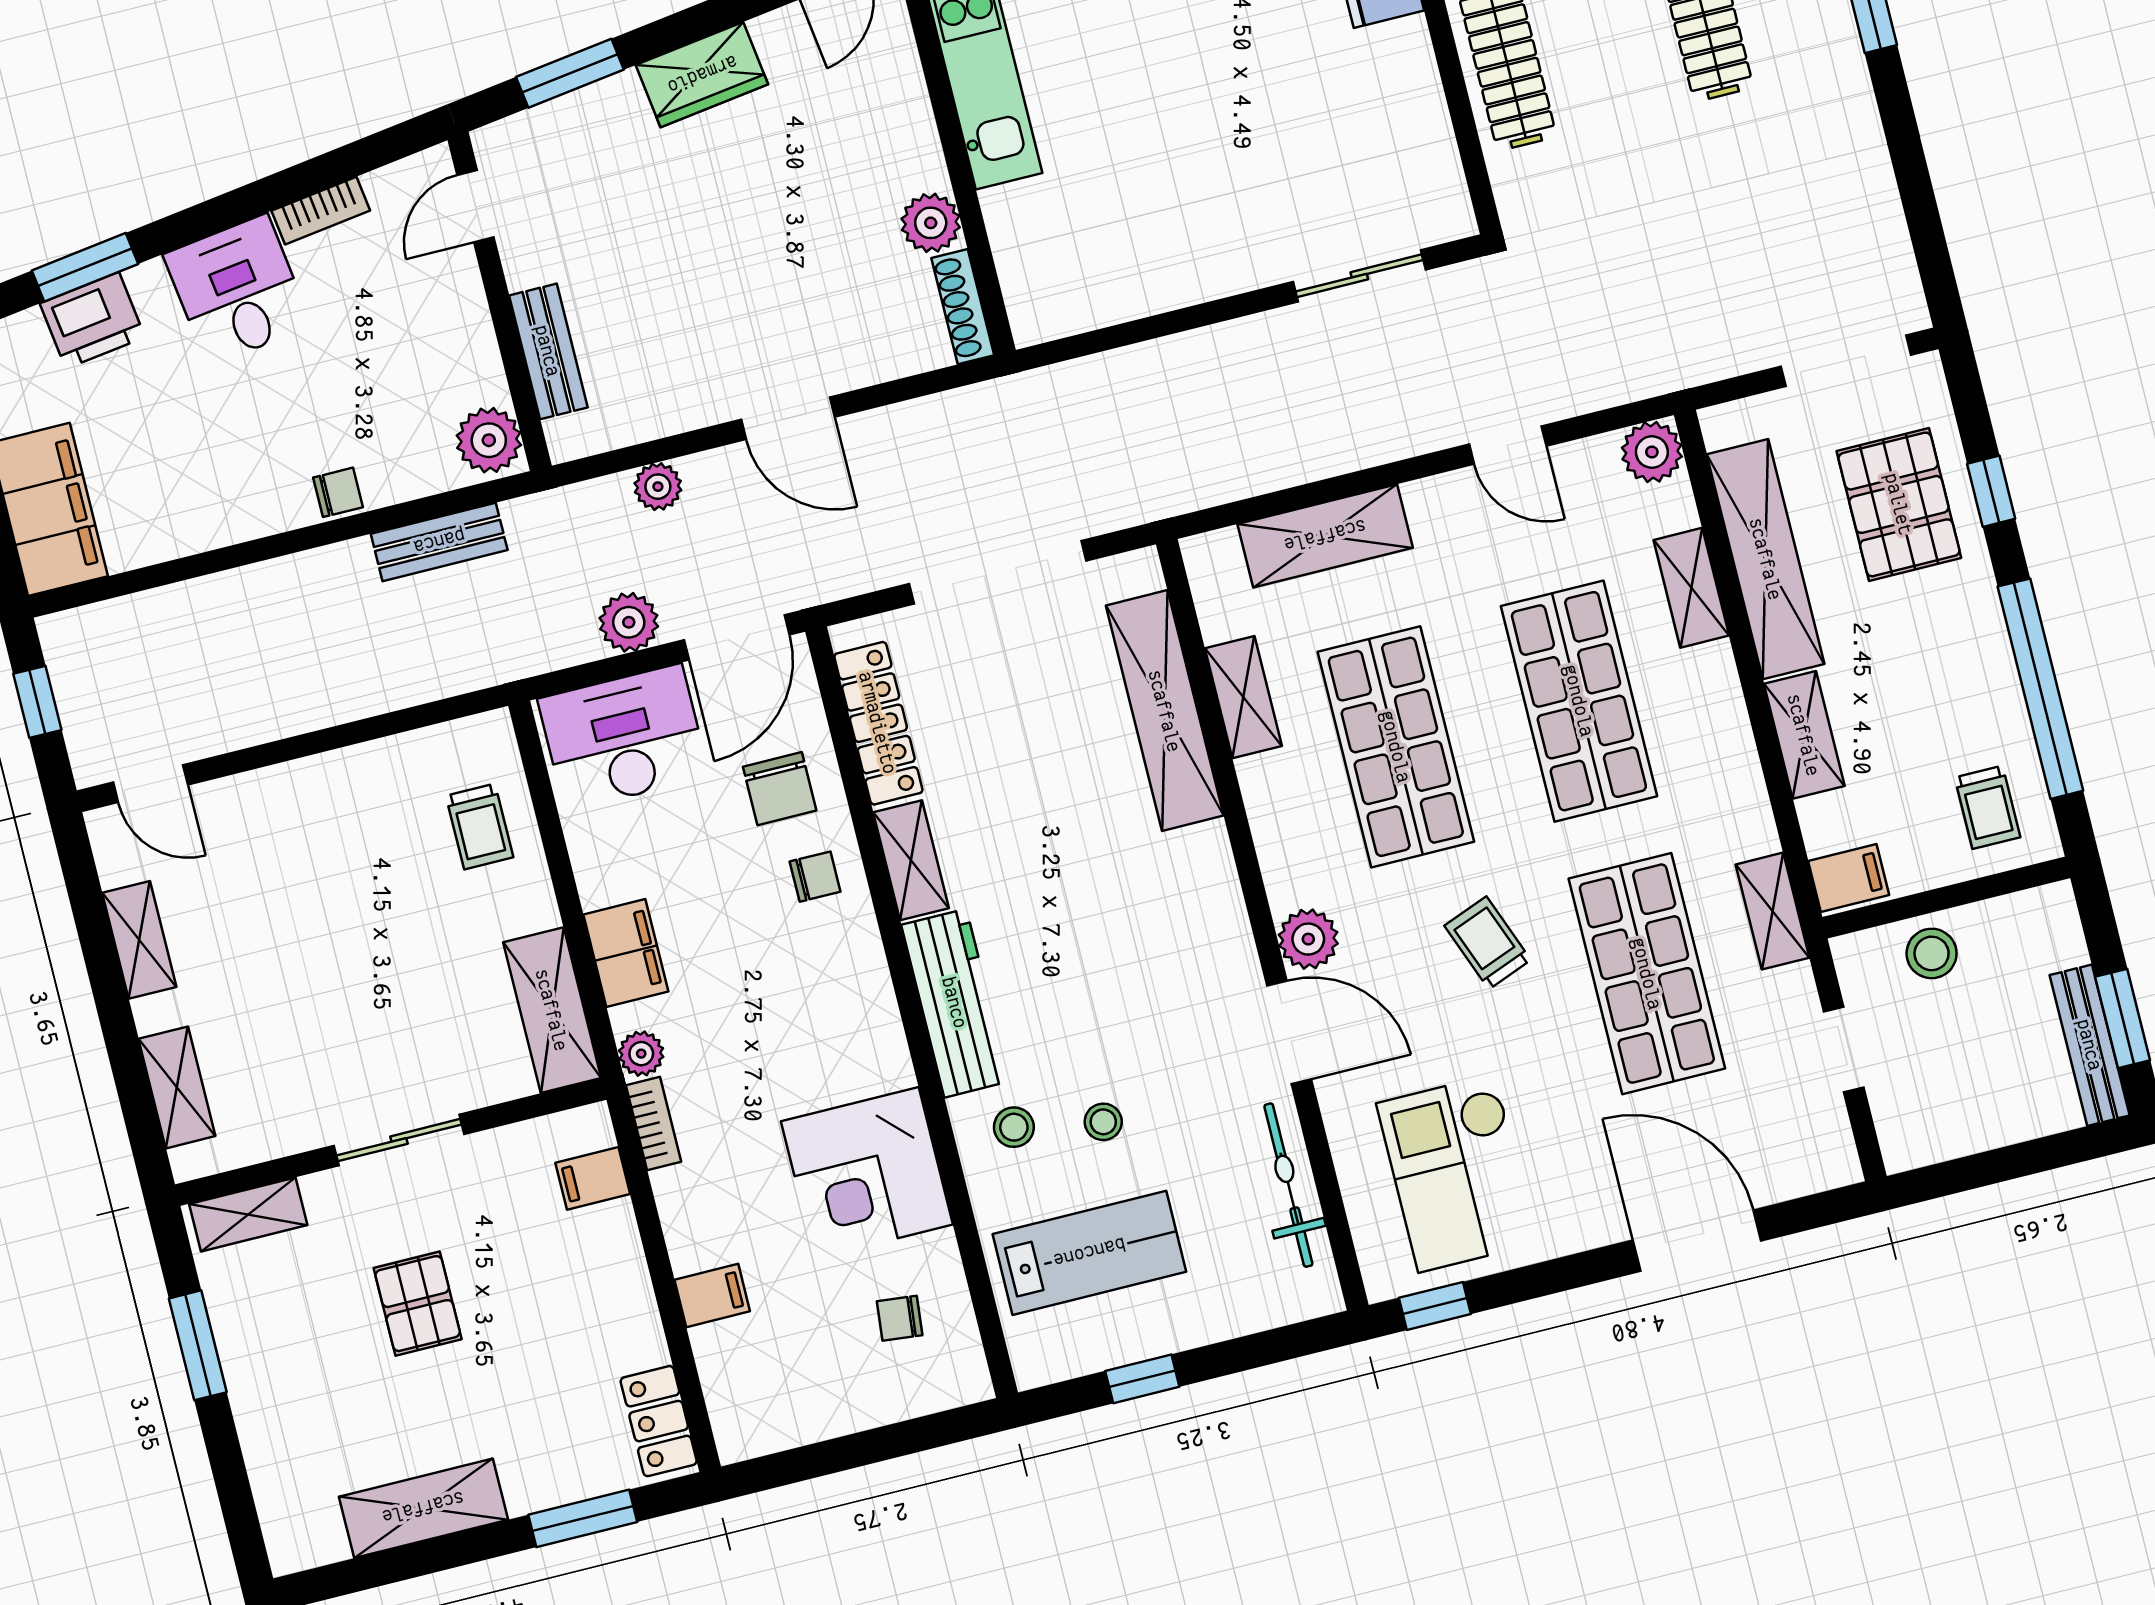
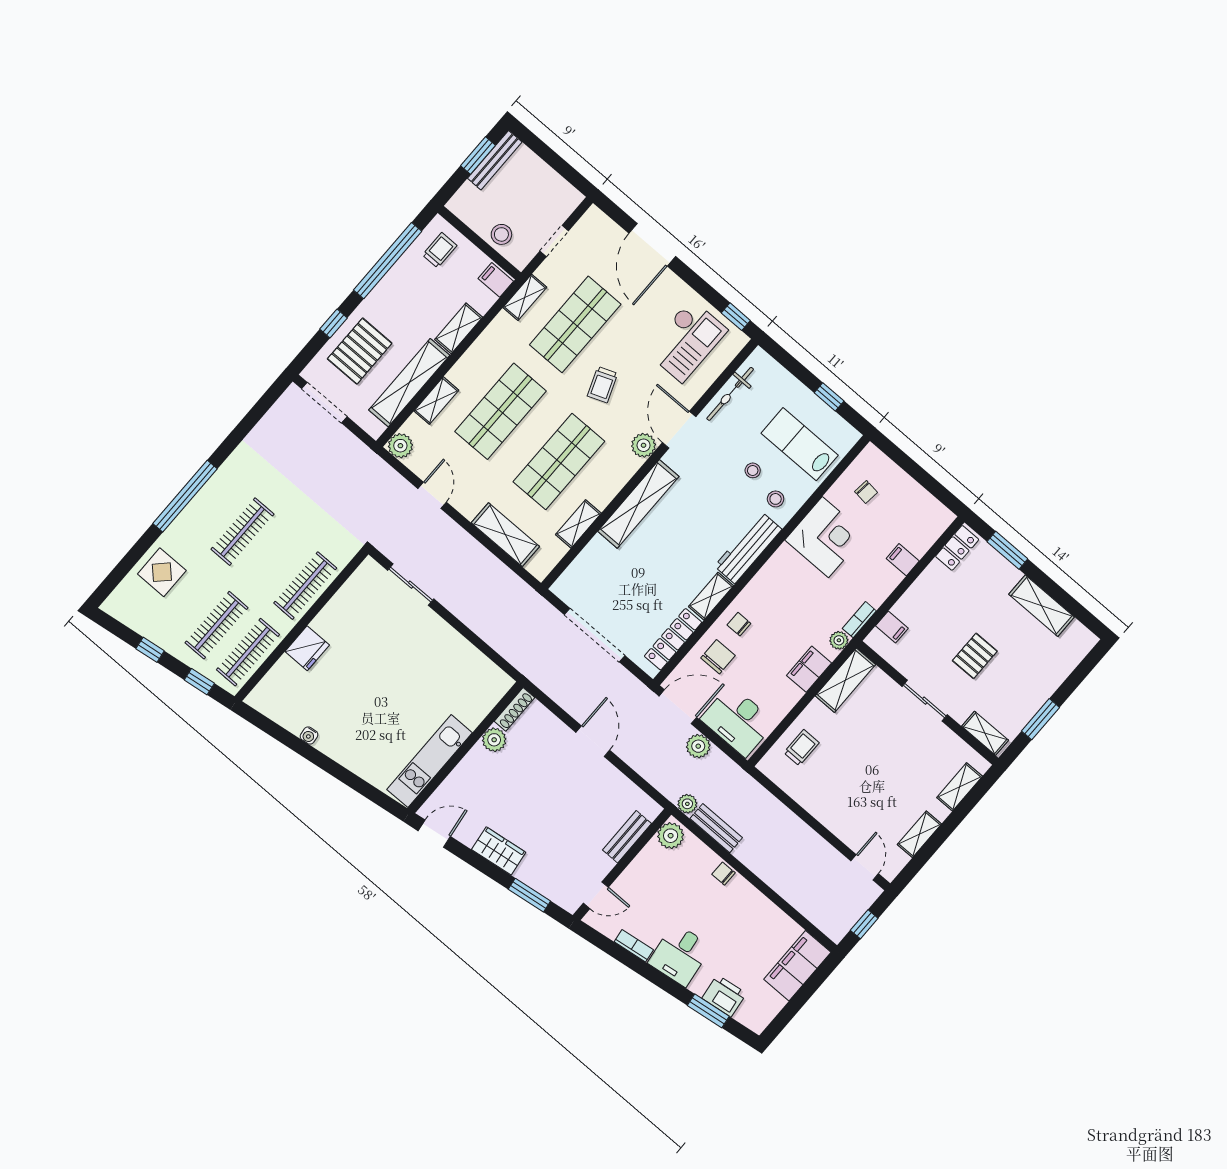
plant: (658, 487) -> (687, 804), moved
shelving: (1165, 711) -> (638, 504), moved

